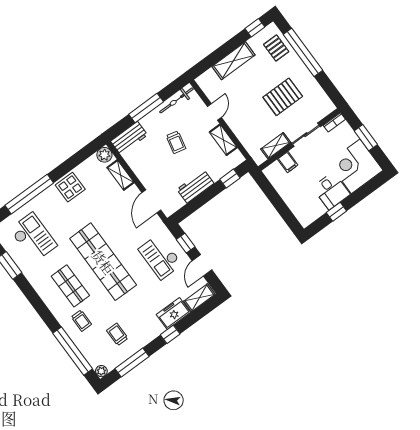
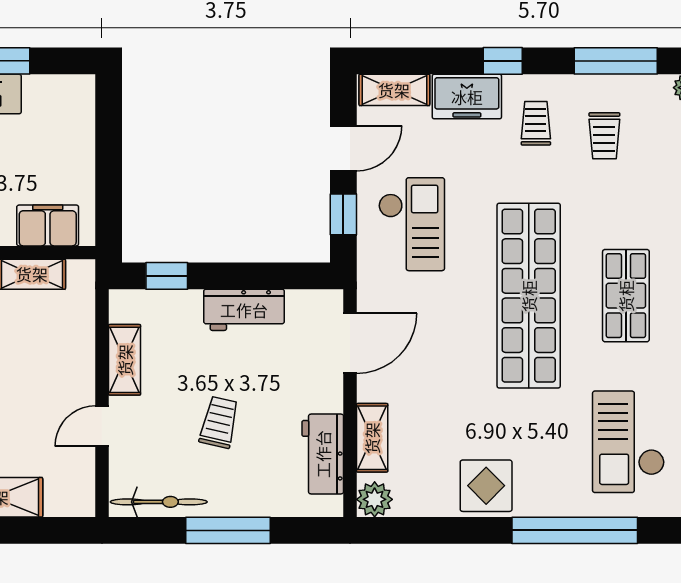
workbench: (129, 138) -> (323, 454), moved, turned -90
filing cabinet: (288, 162) -> (48, 225), width x2.00
trolley: (81, 321) -> (536, 123), moved

